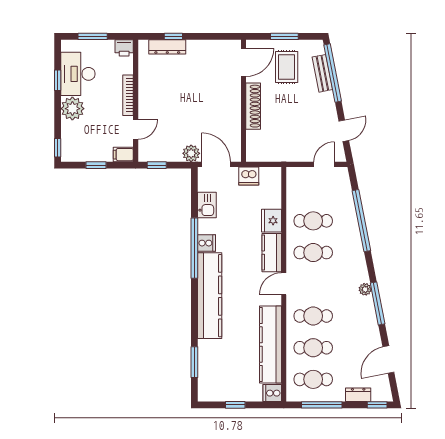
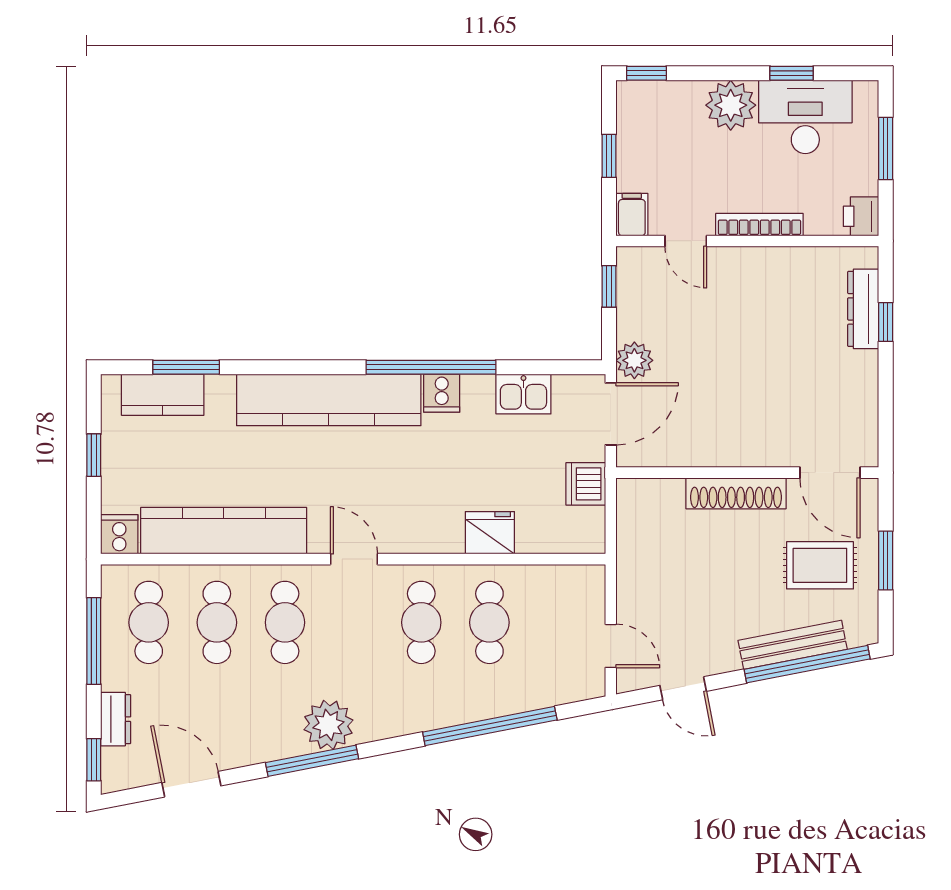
bench: (322, 73) -> (793, 645), width x1.36
kitchen counter: (272, 253) -> (163, 395), moved, turned 180
plant: (365, 289) -> (328, 725), width x1.88, depth x1.88

